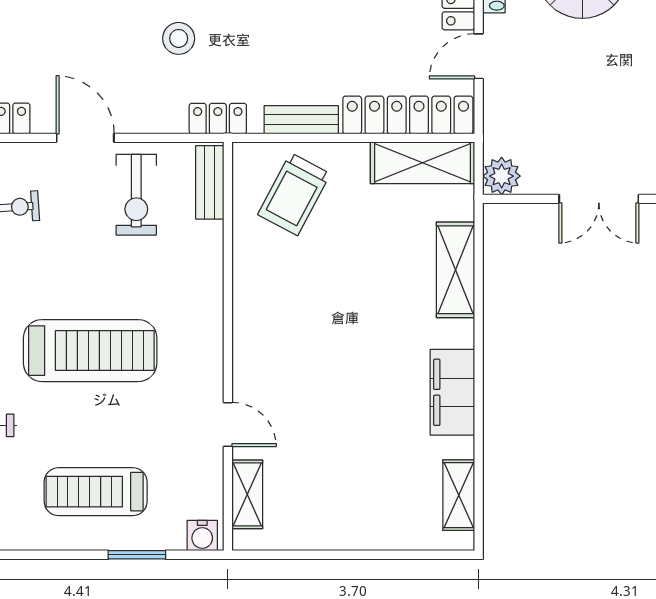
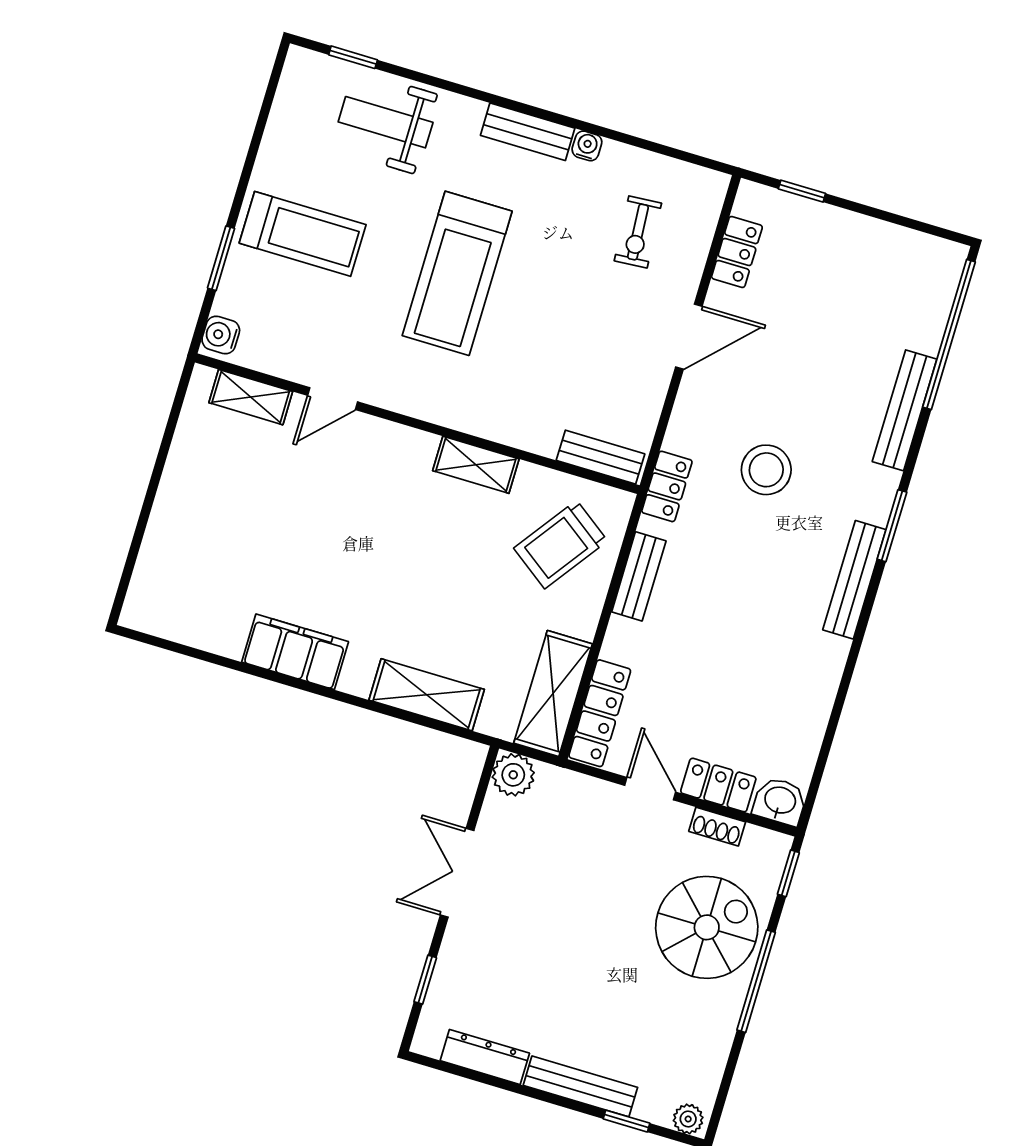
stool: (179, 38) -> (766, 470), width x1.38, depth x1.38
locker: (408, 115) -> (600, 713), width x0.71, depth x0.83
trolley: (294, 194) -> (561, 544), turned -82
exercise bike: (136, 195) -> (611, 374), removed
treadmill: (96, 492) -> (303, 234), turned 90
shelving: (459, 495) -> (476, 465), moved

